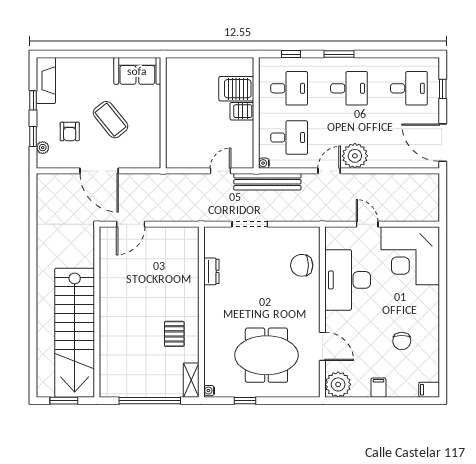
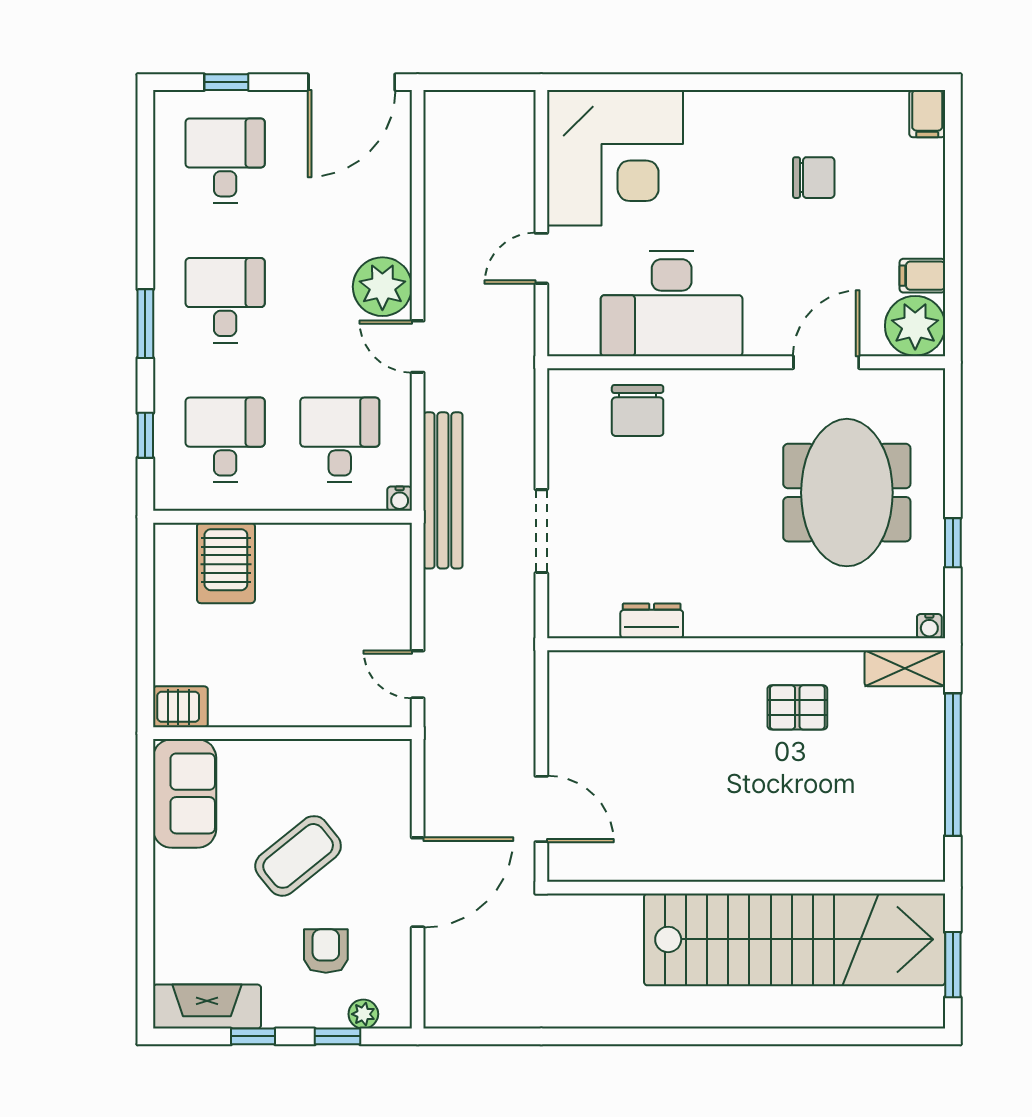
server rack: (242, 111) -> (180, 707), moved, turned -90
armchair: (70, 132) -> (326, 951), turned -90
door: (221, 171) -> (418, 674), moved
filing cabinet: (378, 388) -> (922, 276), moved

